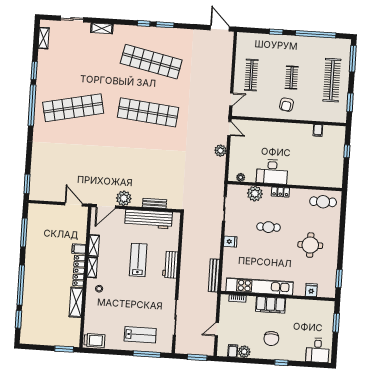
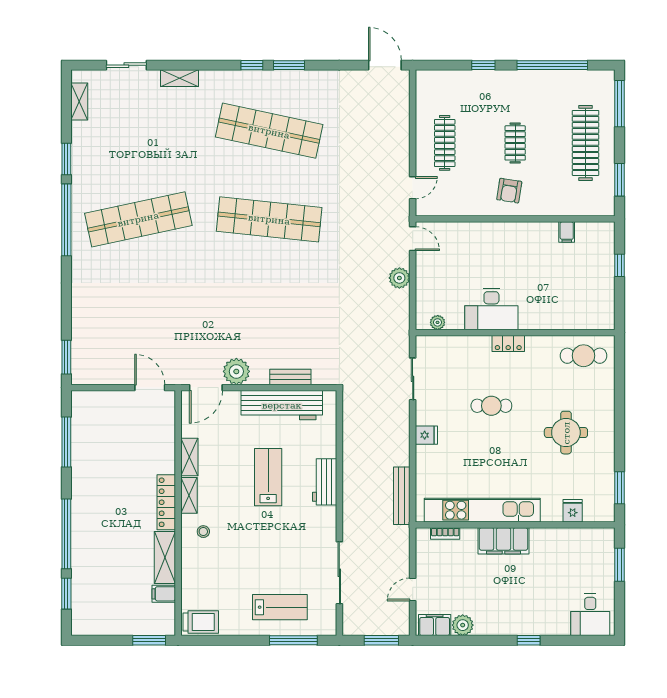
plant: (255, 194) -> (464, 349), removed
filing cabinet: (79, 249) -> (164, 594), moved
chair: (271, 338) -> (508, 599), removed
filing cabinet: (233, 351) -> (435, 625), width x2.00

